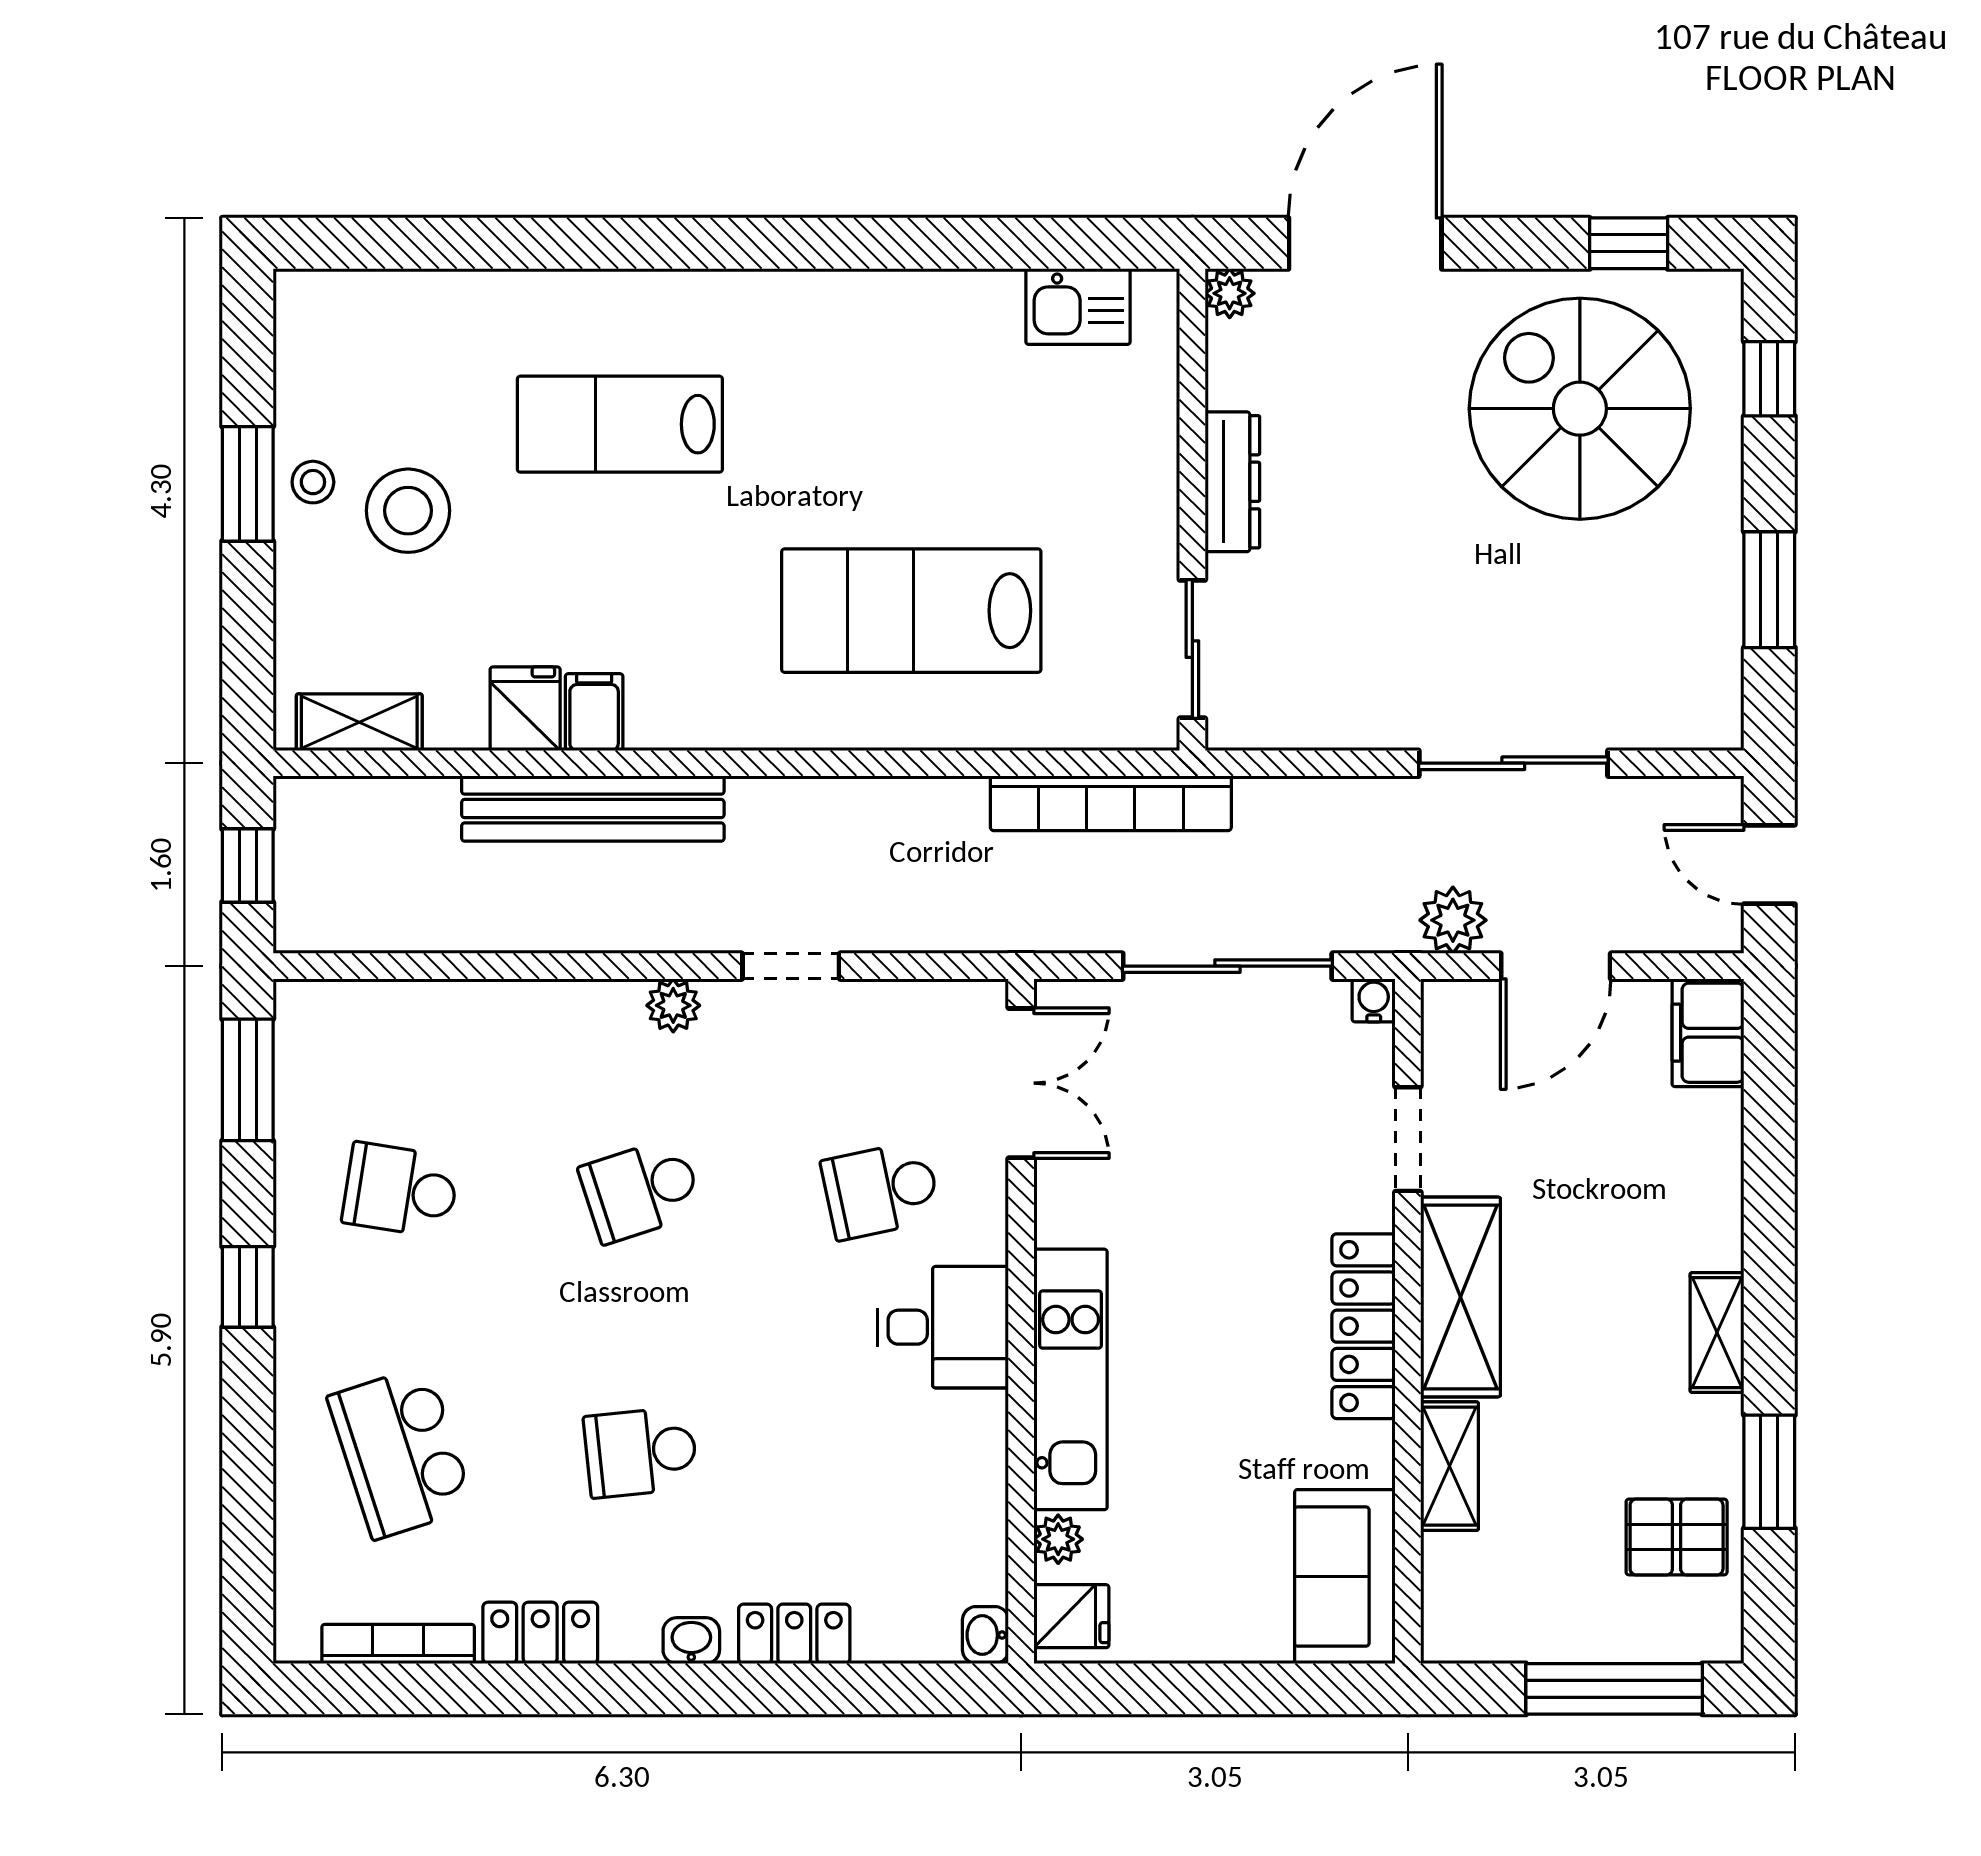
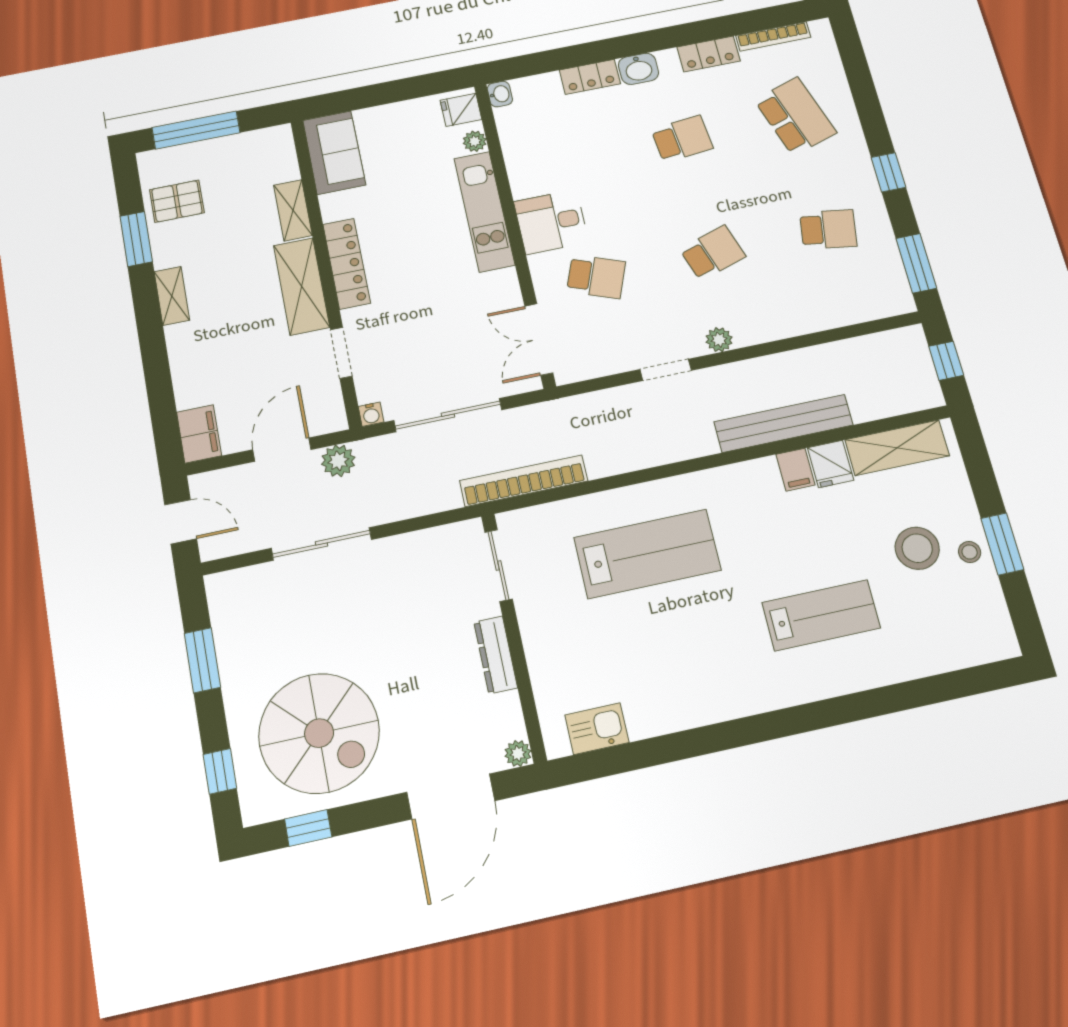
shelving: (359, 722) -> (897, 448), width x1.50, depth x1.33
school desk: (881, 1190) -> (596, 277), turned 33
washbasin: (691, 1641) -> (638, 69), width x1.38, depth x1.45

